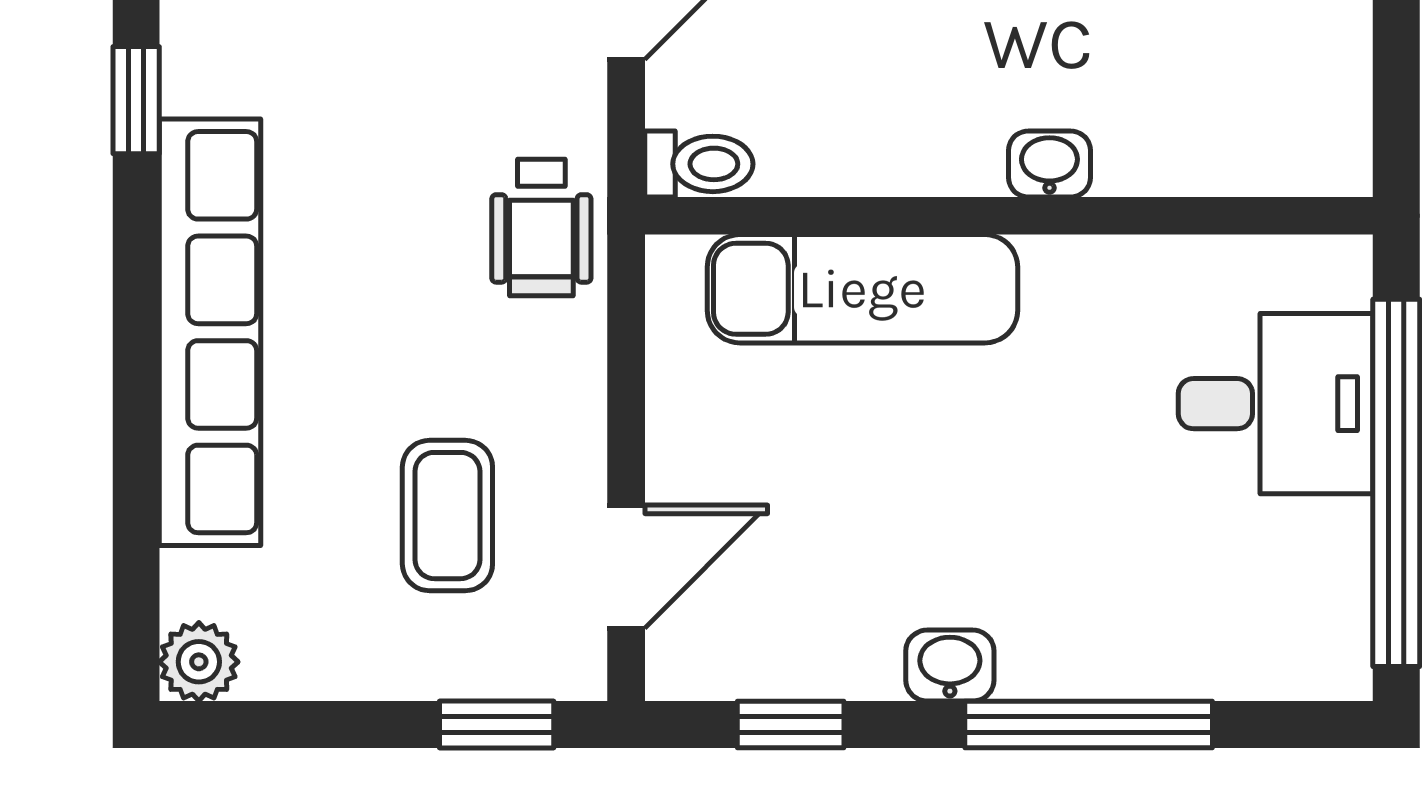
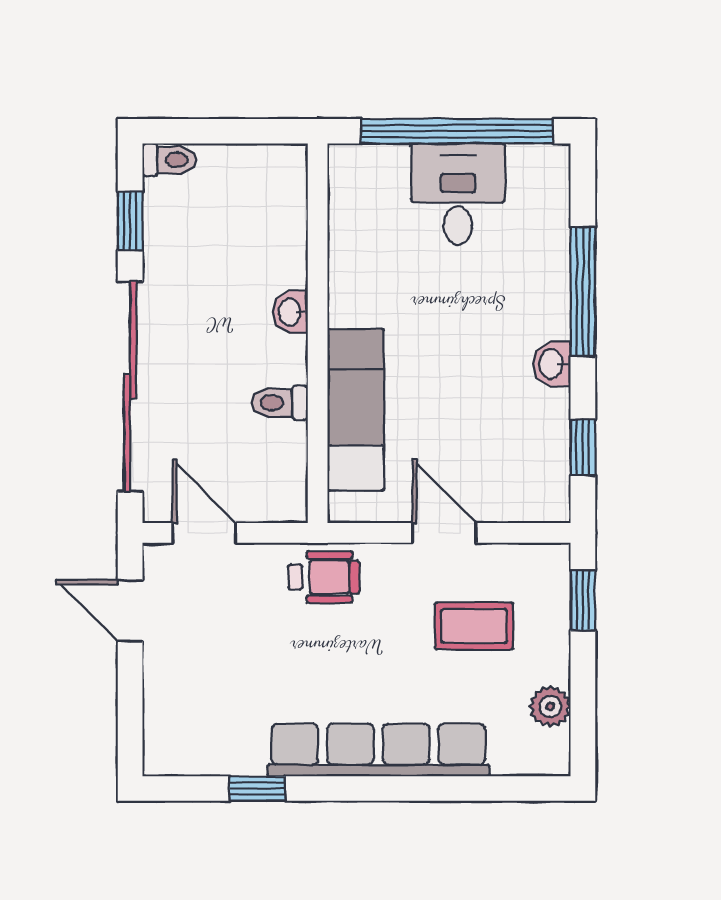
toilet: (699, 164) -> (280, 403), moved, turned -90
desk: (1276, 404) -> (458, 194), moved
door: (626, 567) -> (444, 533), moved
plant: (199, 662) -> (550, 706), moved

